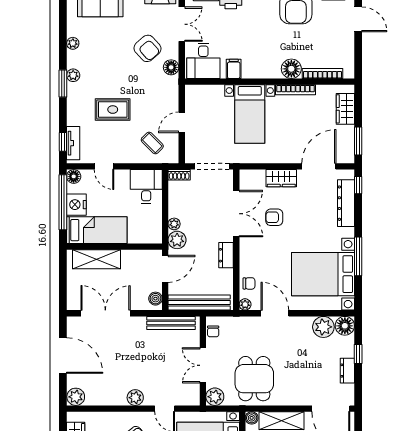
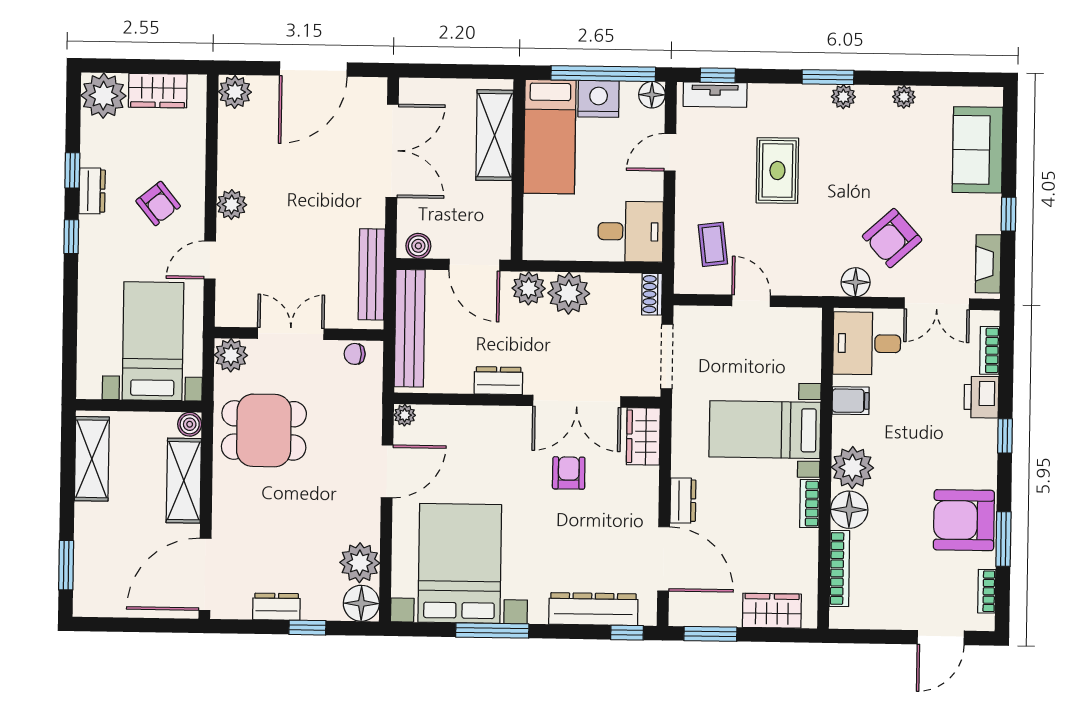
plant: (269, 67) -> (852, 468), added
bookcase: (296, 90) -> (810, 504), width x0.64
coffee table: (152, 143) -> (713, 244), turned -52
dresser: (288, 157) -> (683, 501), added
wardrobe: (281, 178) -> (643, 436), moved
plant: (174, 224) -> (569, 293), width x1.87, depth x1.87
chair: (249, 283) -> (444, 423), removed

